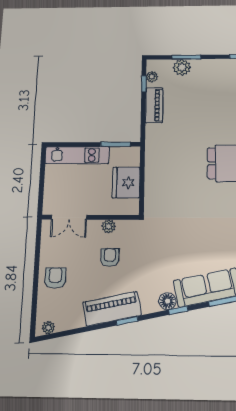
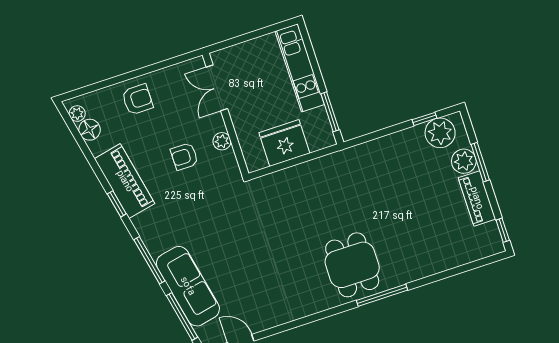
plant: (152, 77) -> (440, 133), width x1.88, depth x1.88
piano: (154, 105) -> (477, 198), moved, turned 90
armchair: (110, 257) -> (184, 156), turned 180
floor lamp: (167, 301) -> (90, 130), moved
window: (178, 310) -> (149, 260), width x2.17

